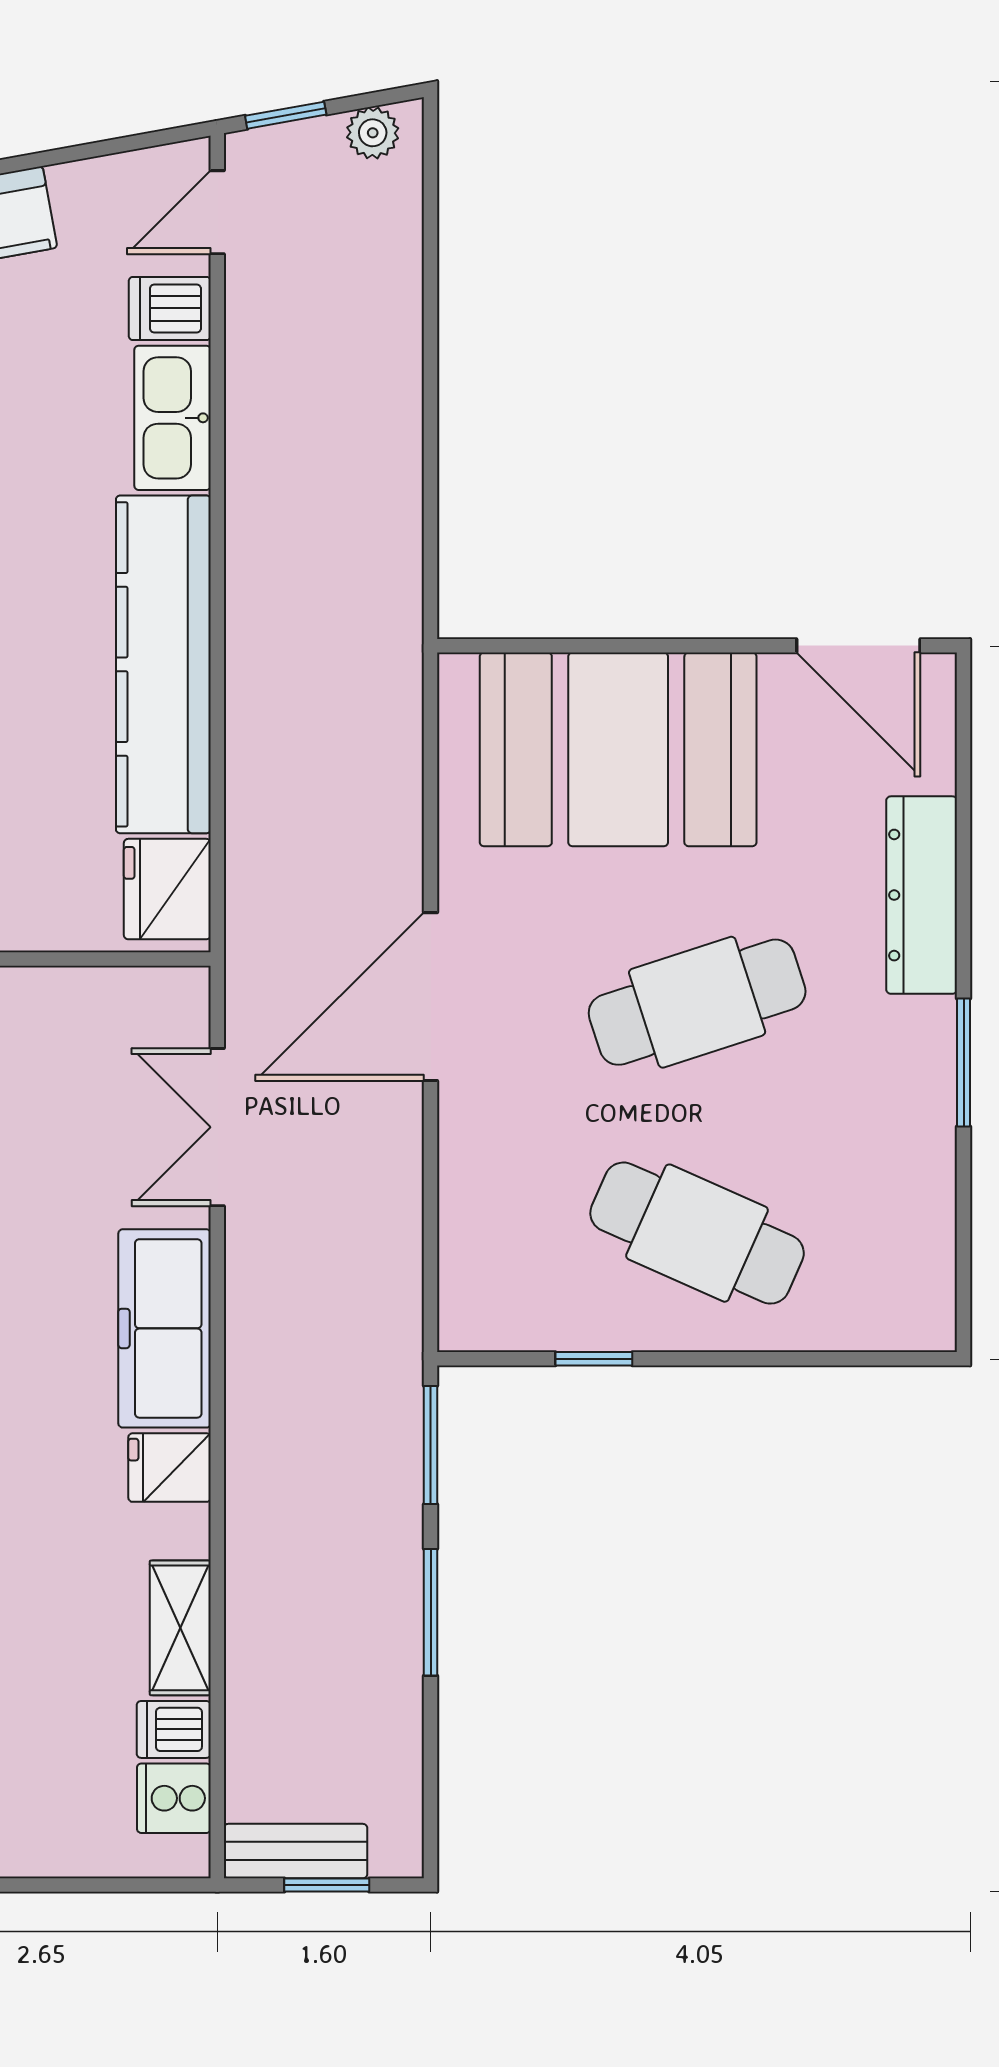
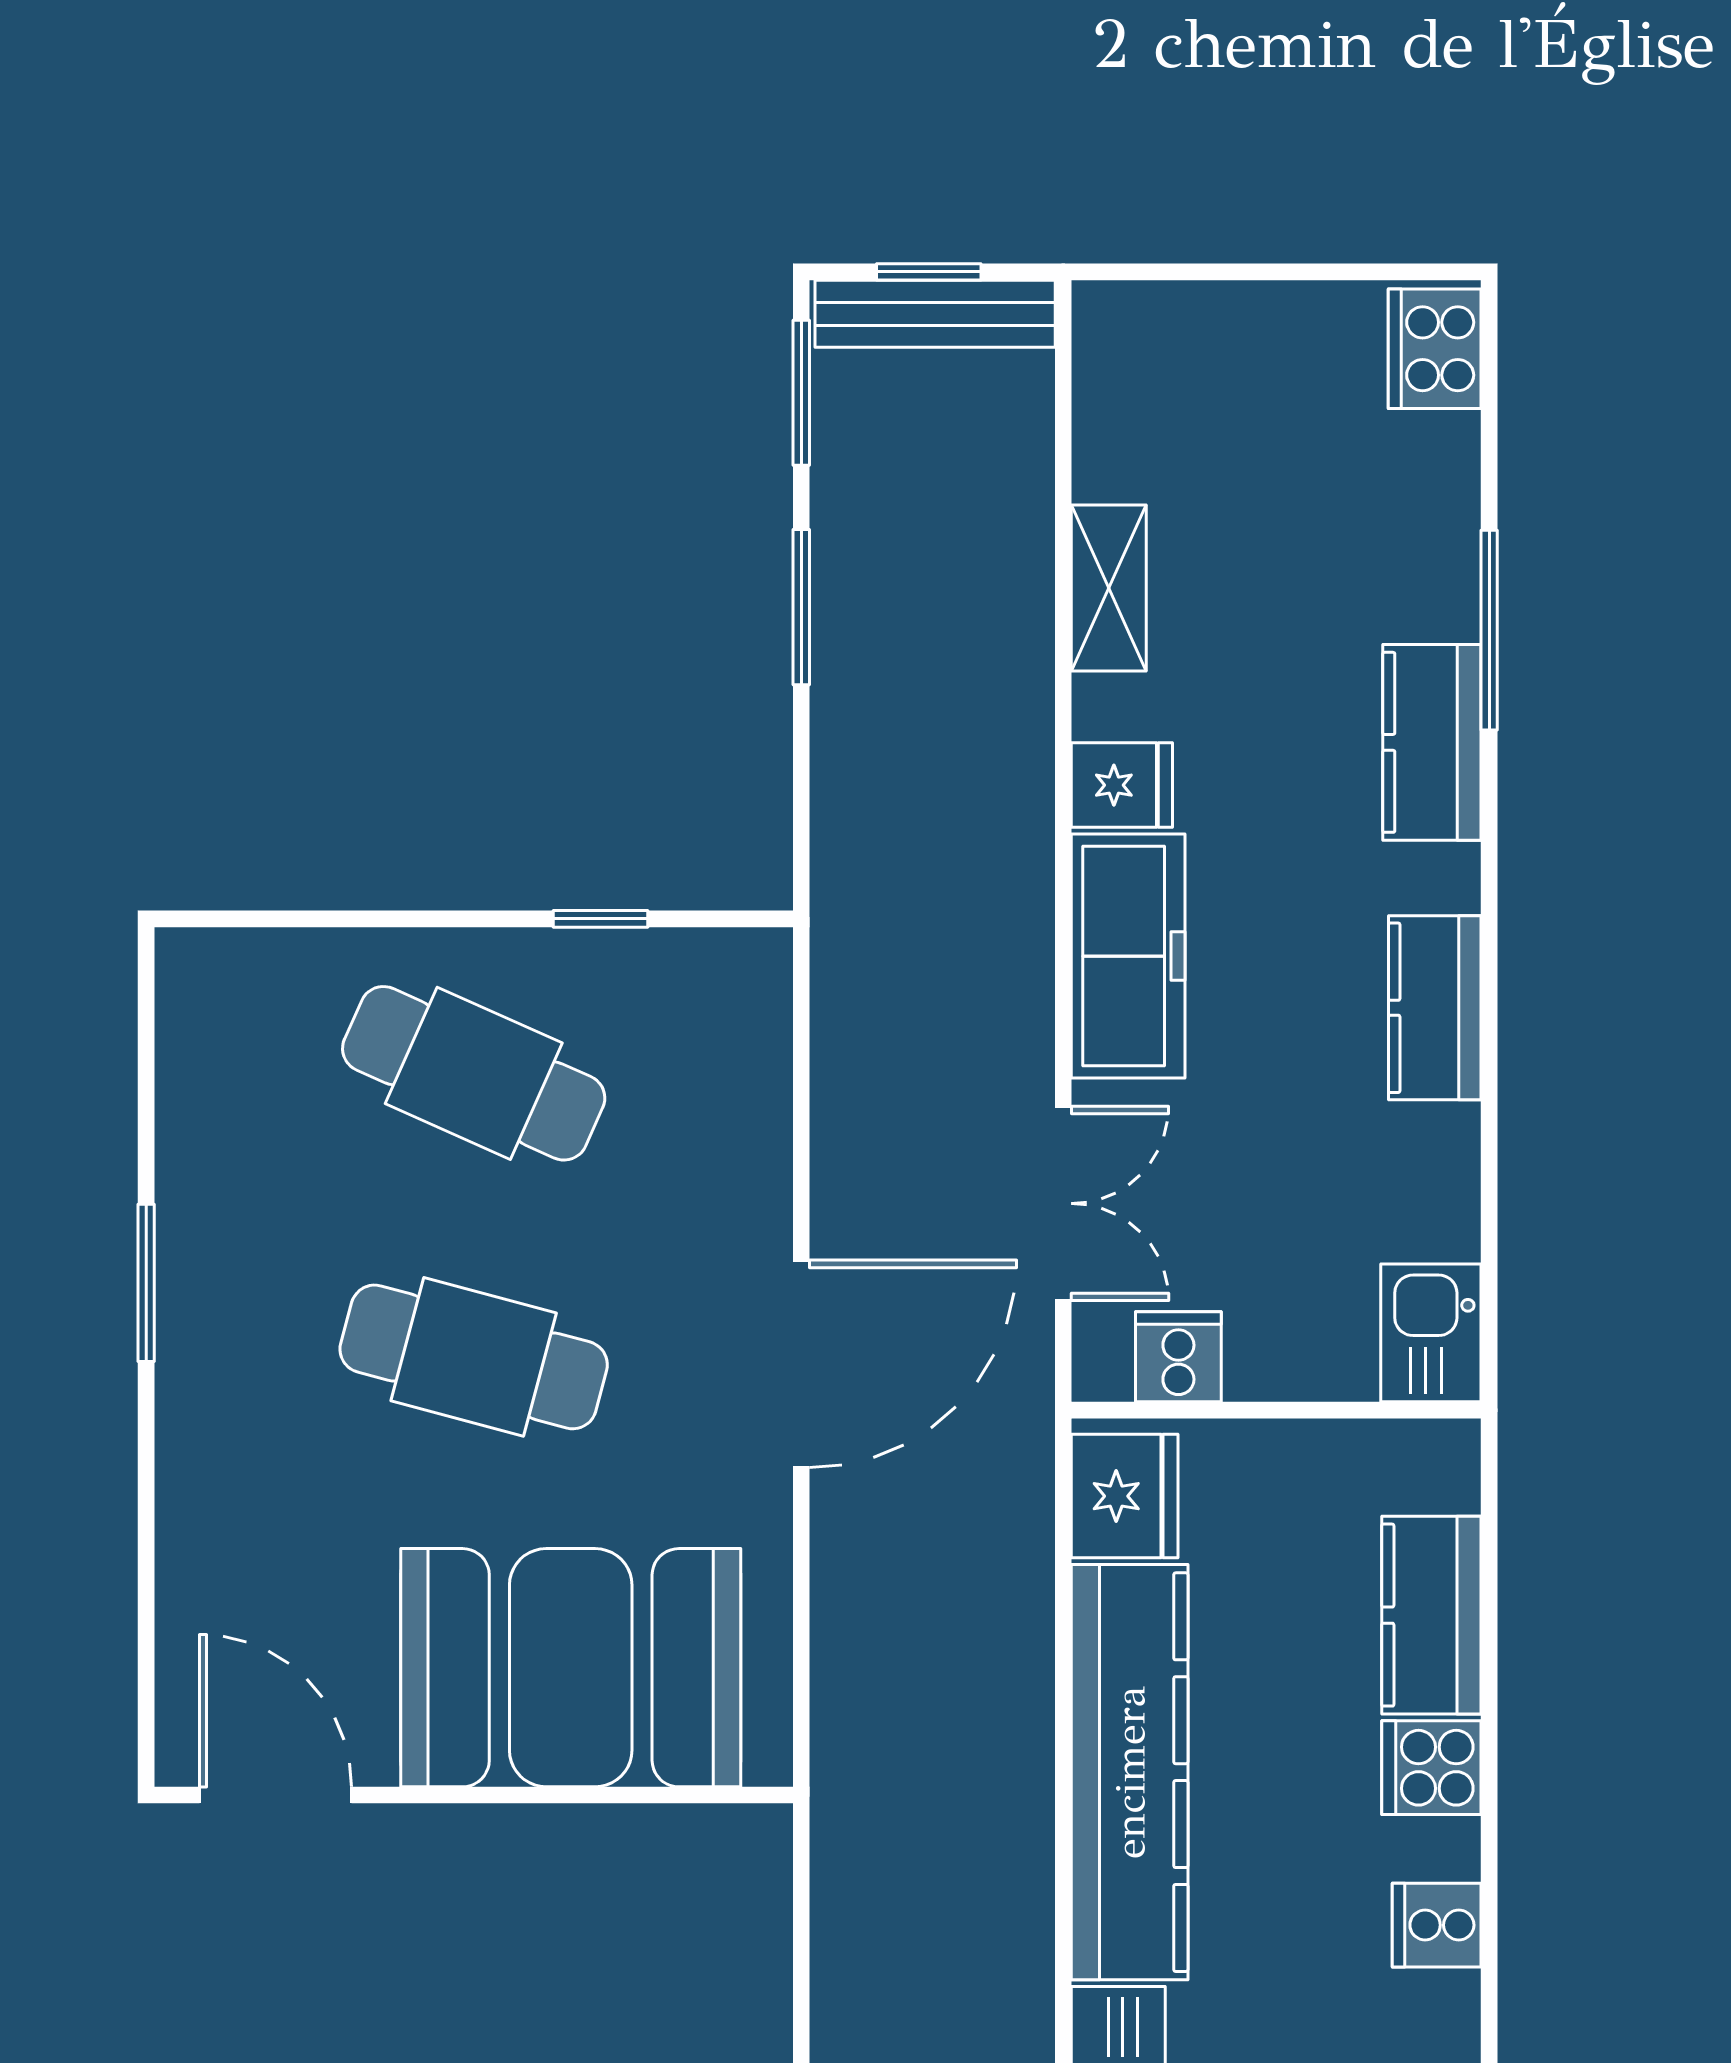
dresser: (922, 895) -> (198, 1489), removed
cafe table: (697, 1002) -> (474, 1357), turned 33
window: (431, 1445) -> (801, 393), moved
dishwasher: (174, 1729) -> (1117, 463), removed
cooker: (174, 1798) -> (1178, 1357), moved, turned -90
bench: (296, 1851) -> (935, 314), width x1.36

